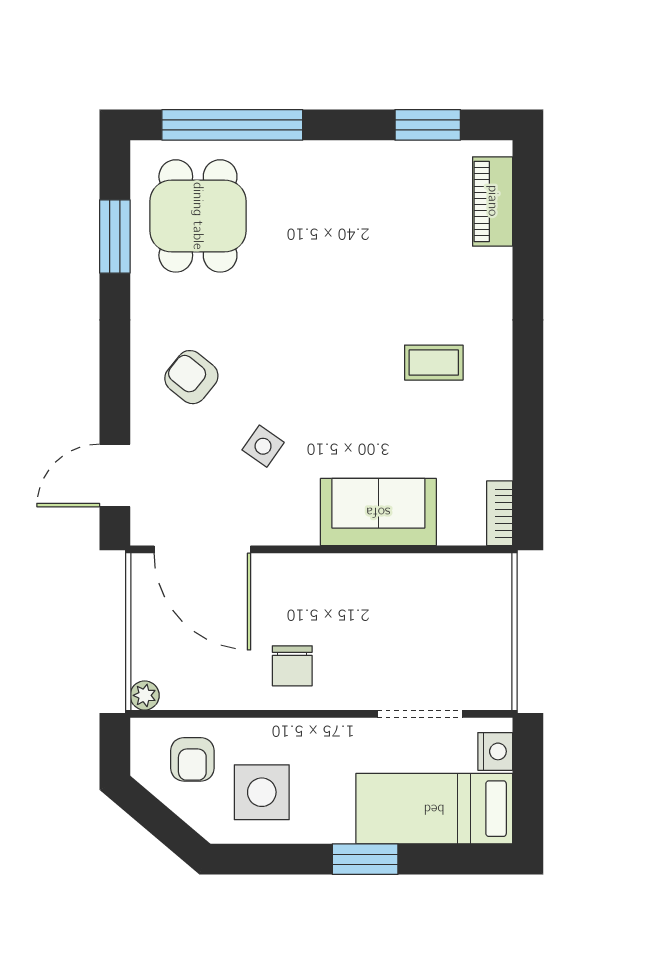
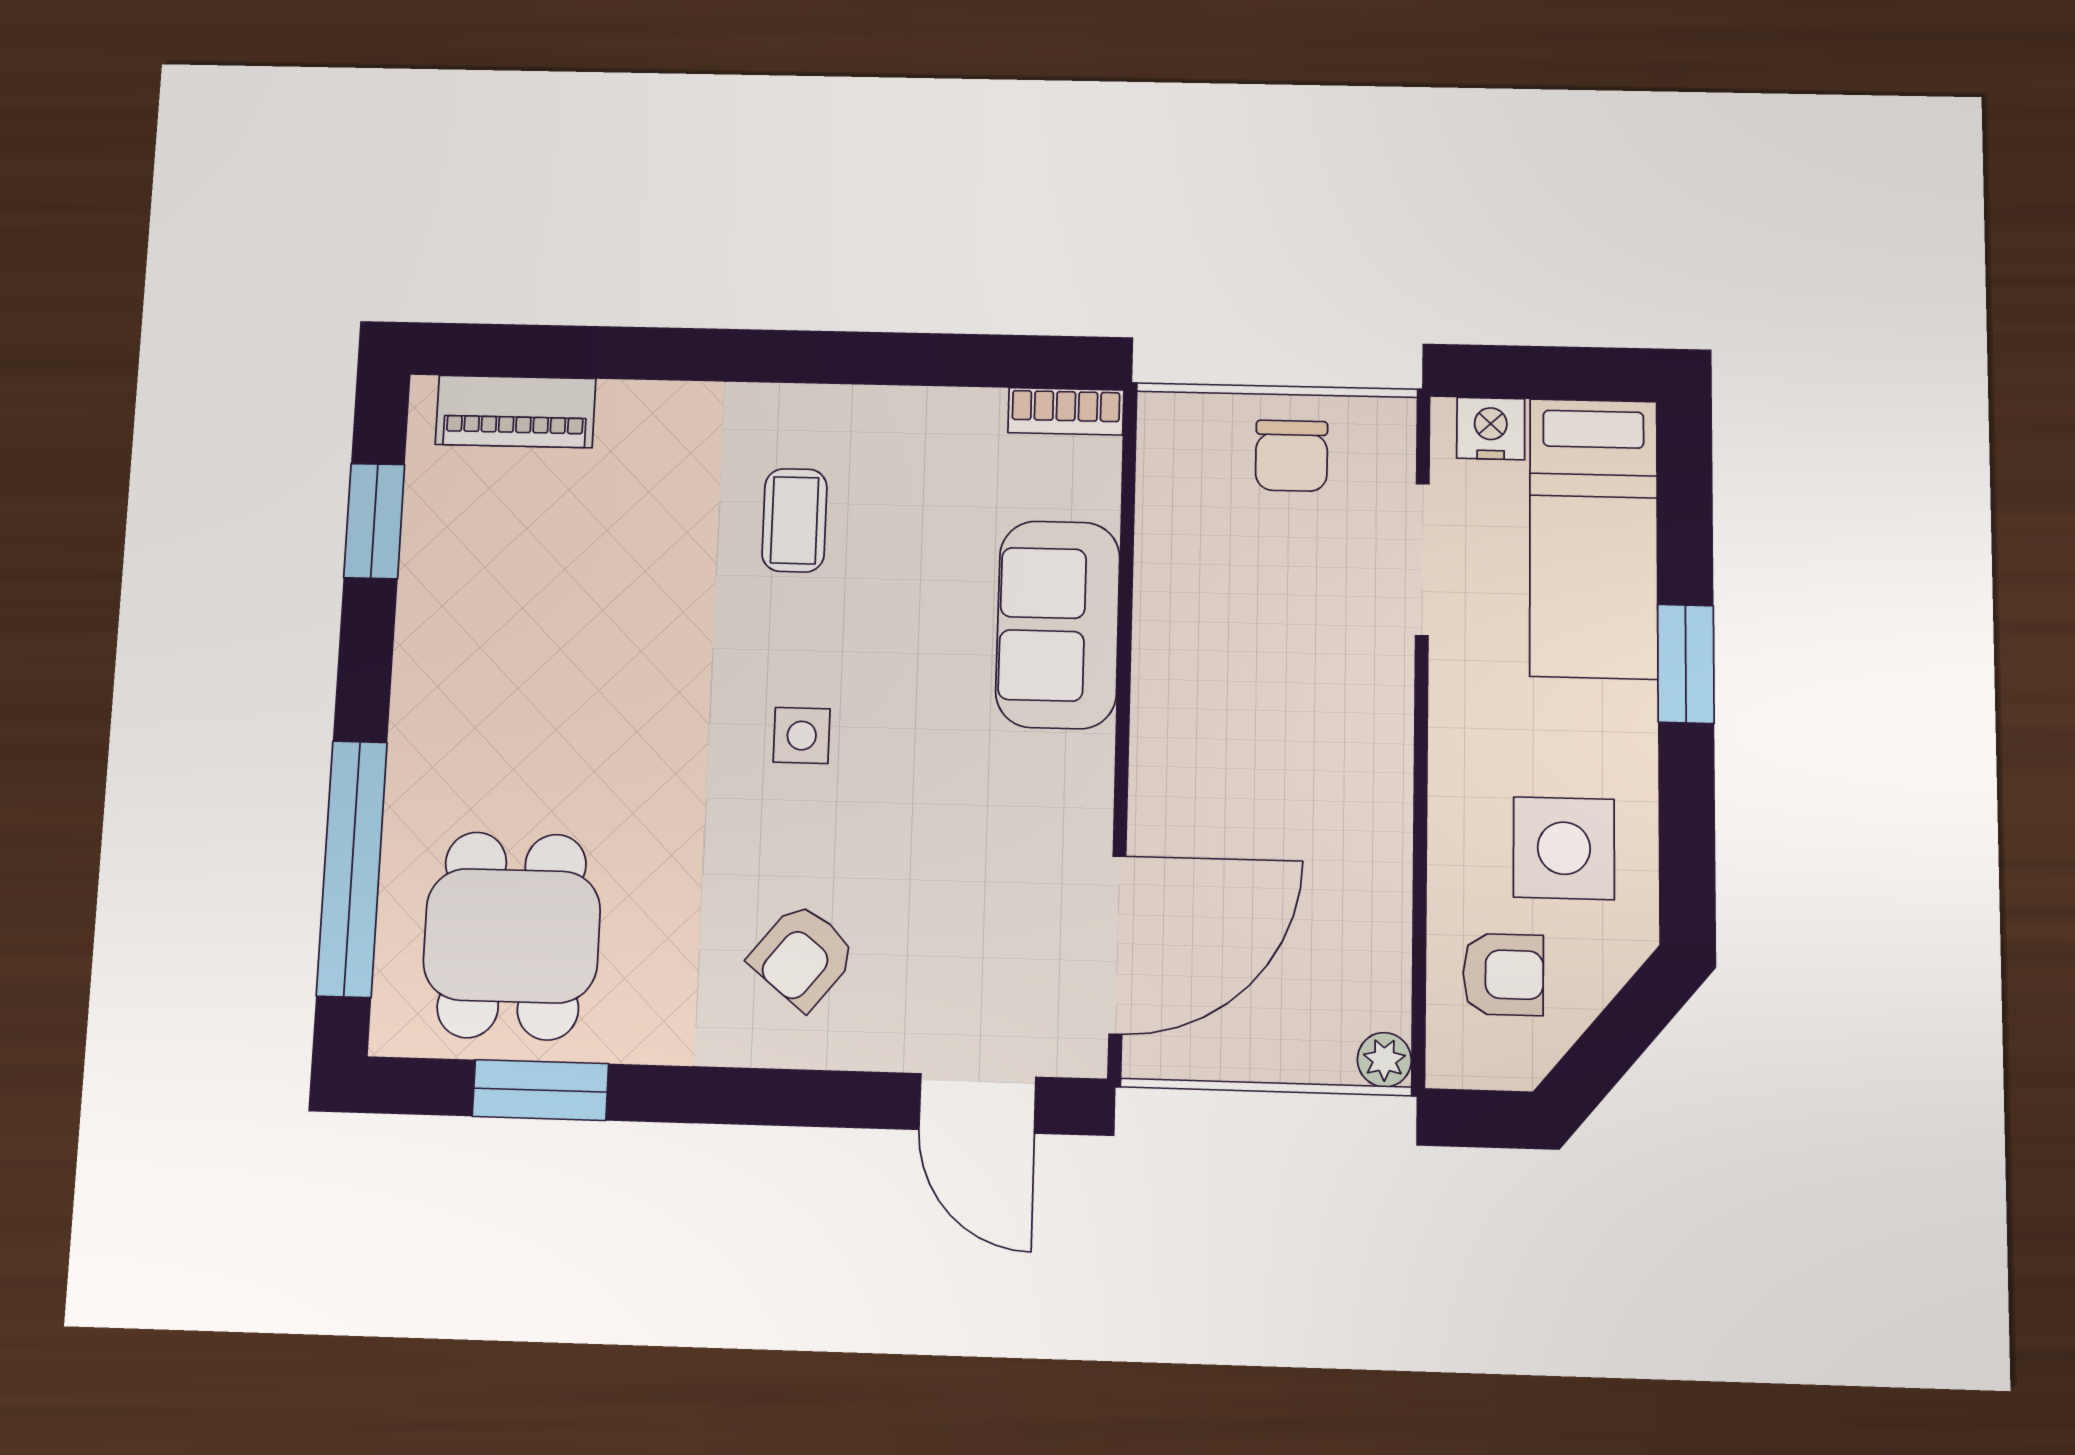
dining table: (198, 216) -> (512, 936), turned 90
side table: (263, 446) -> (802, 736), moved, turned -35
chair: (292, 666) -> (1292, 456), moved, turned 90

